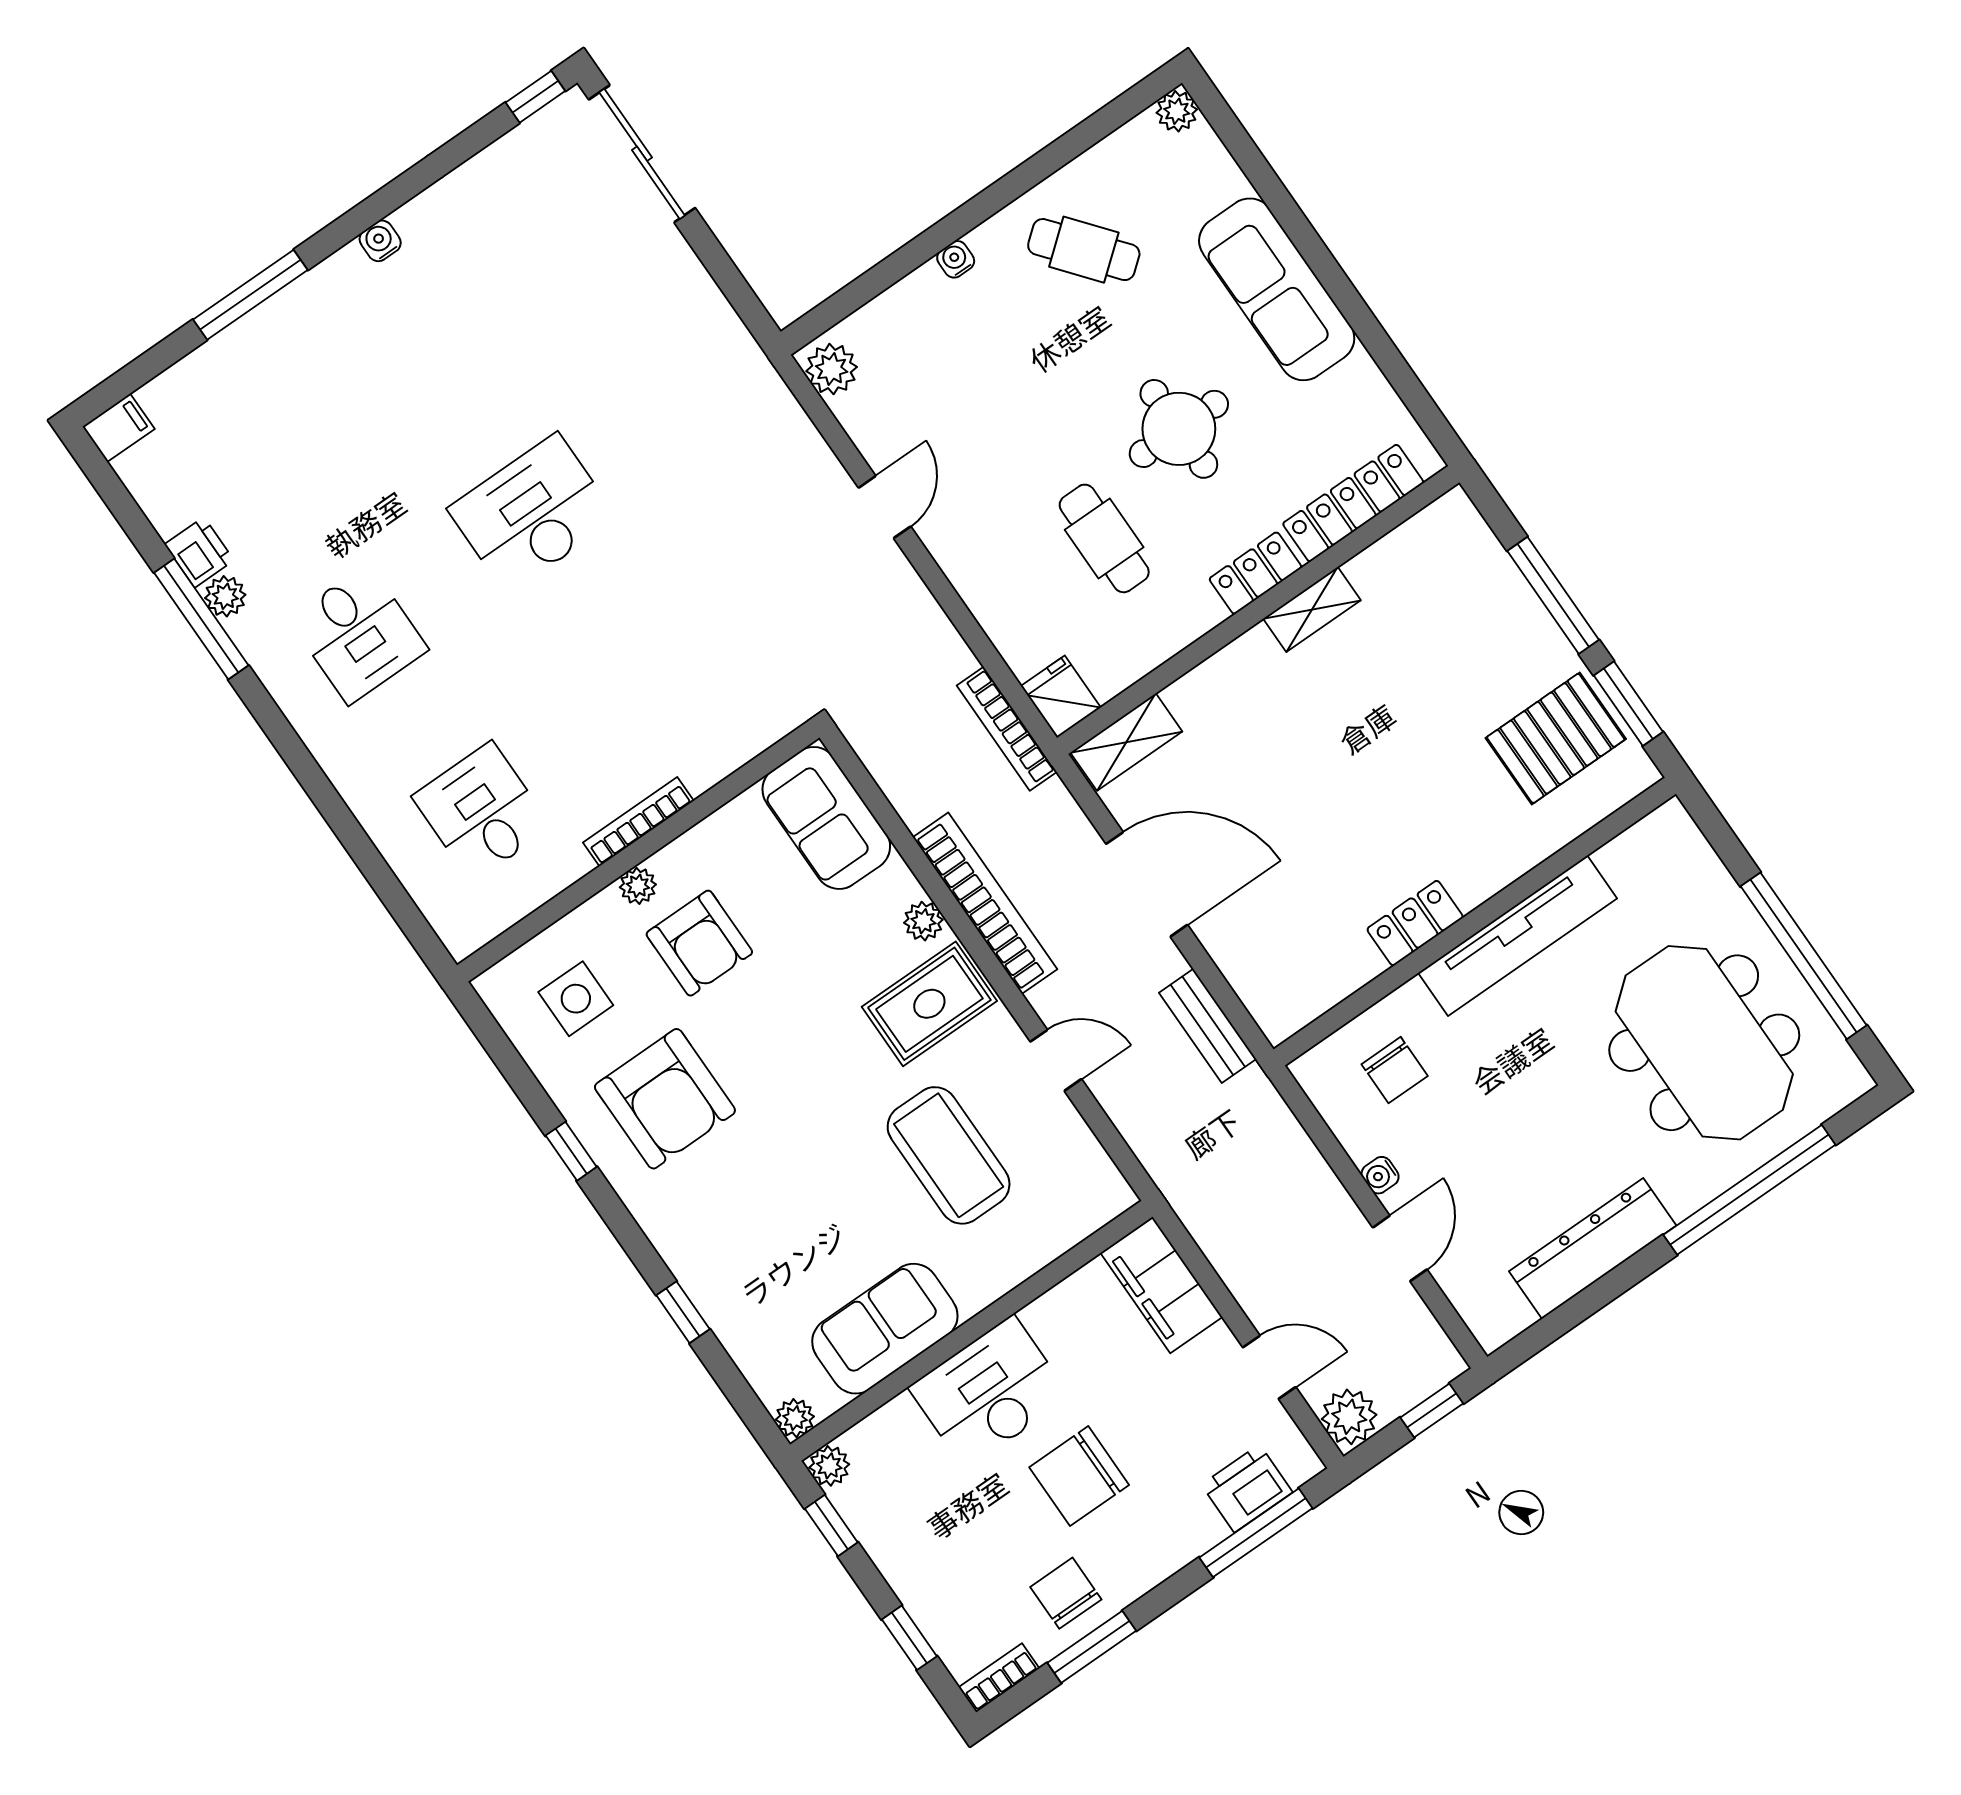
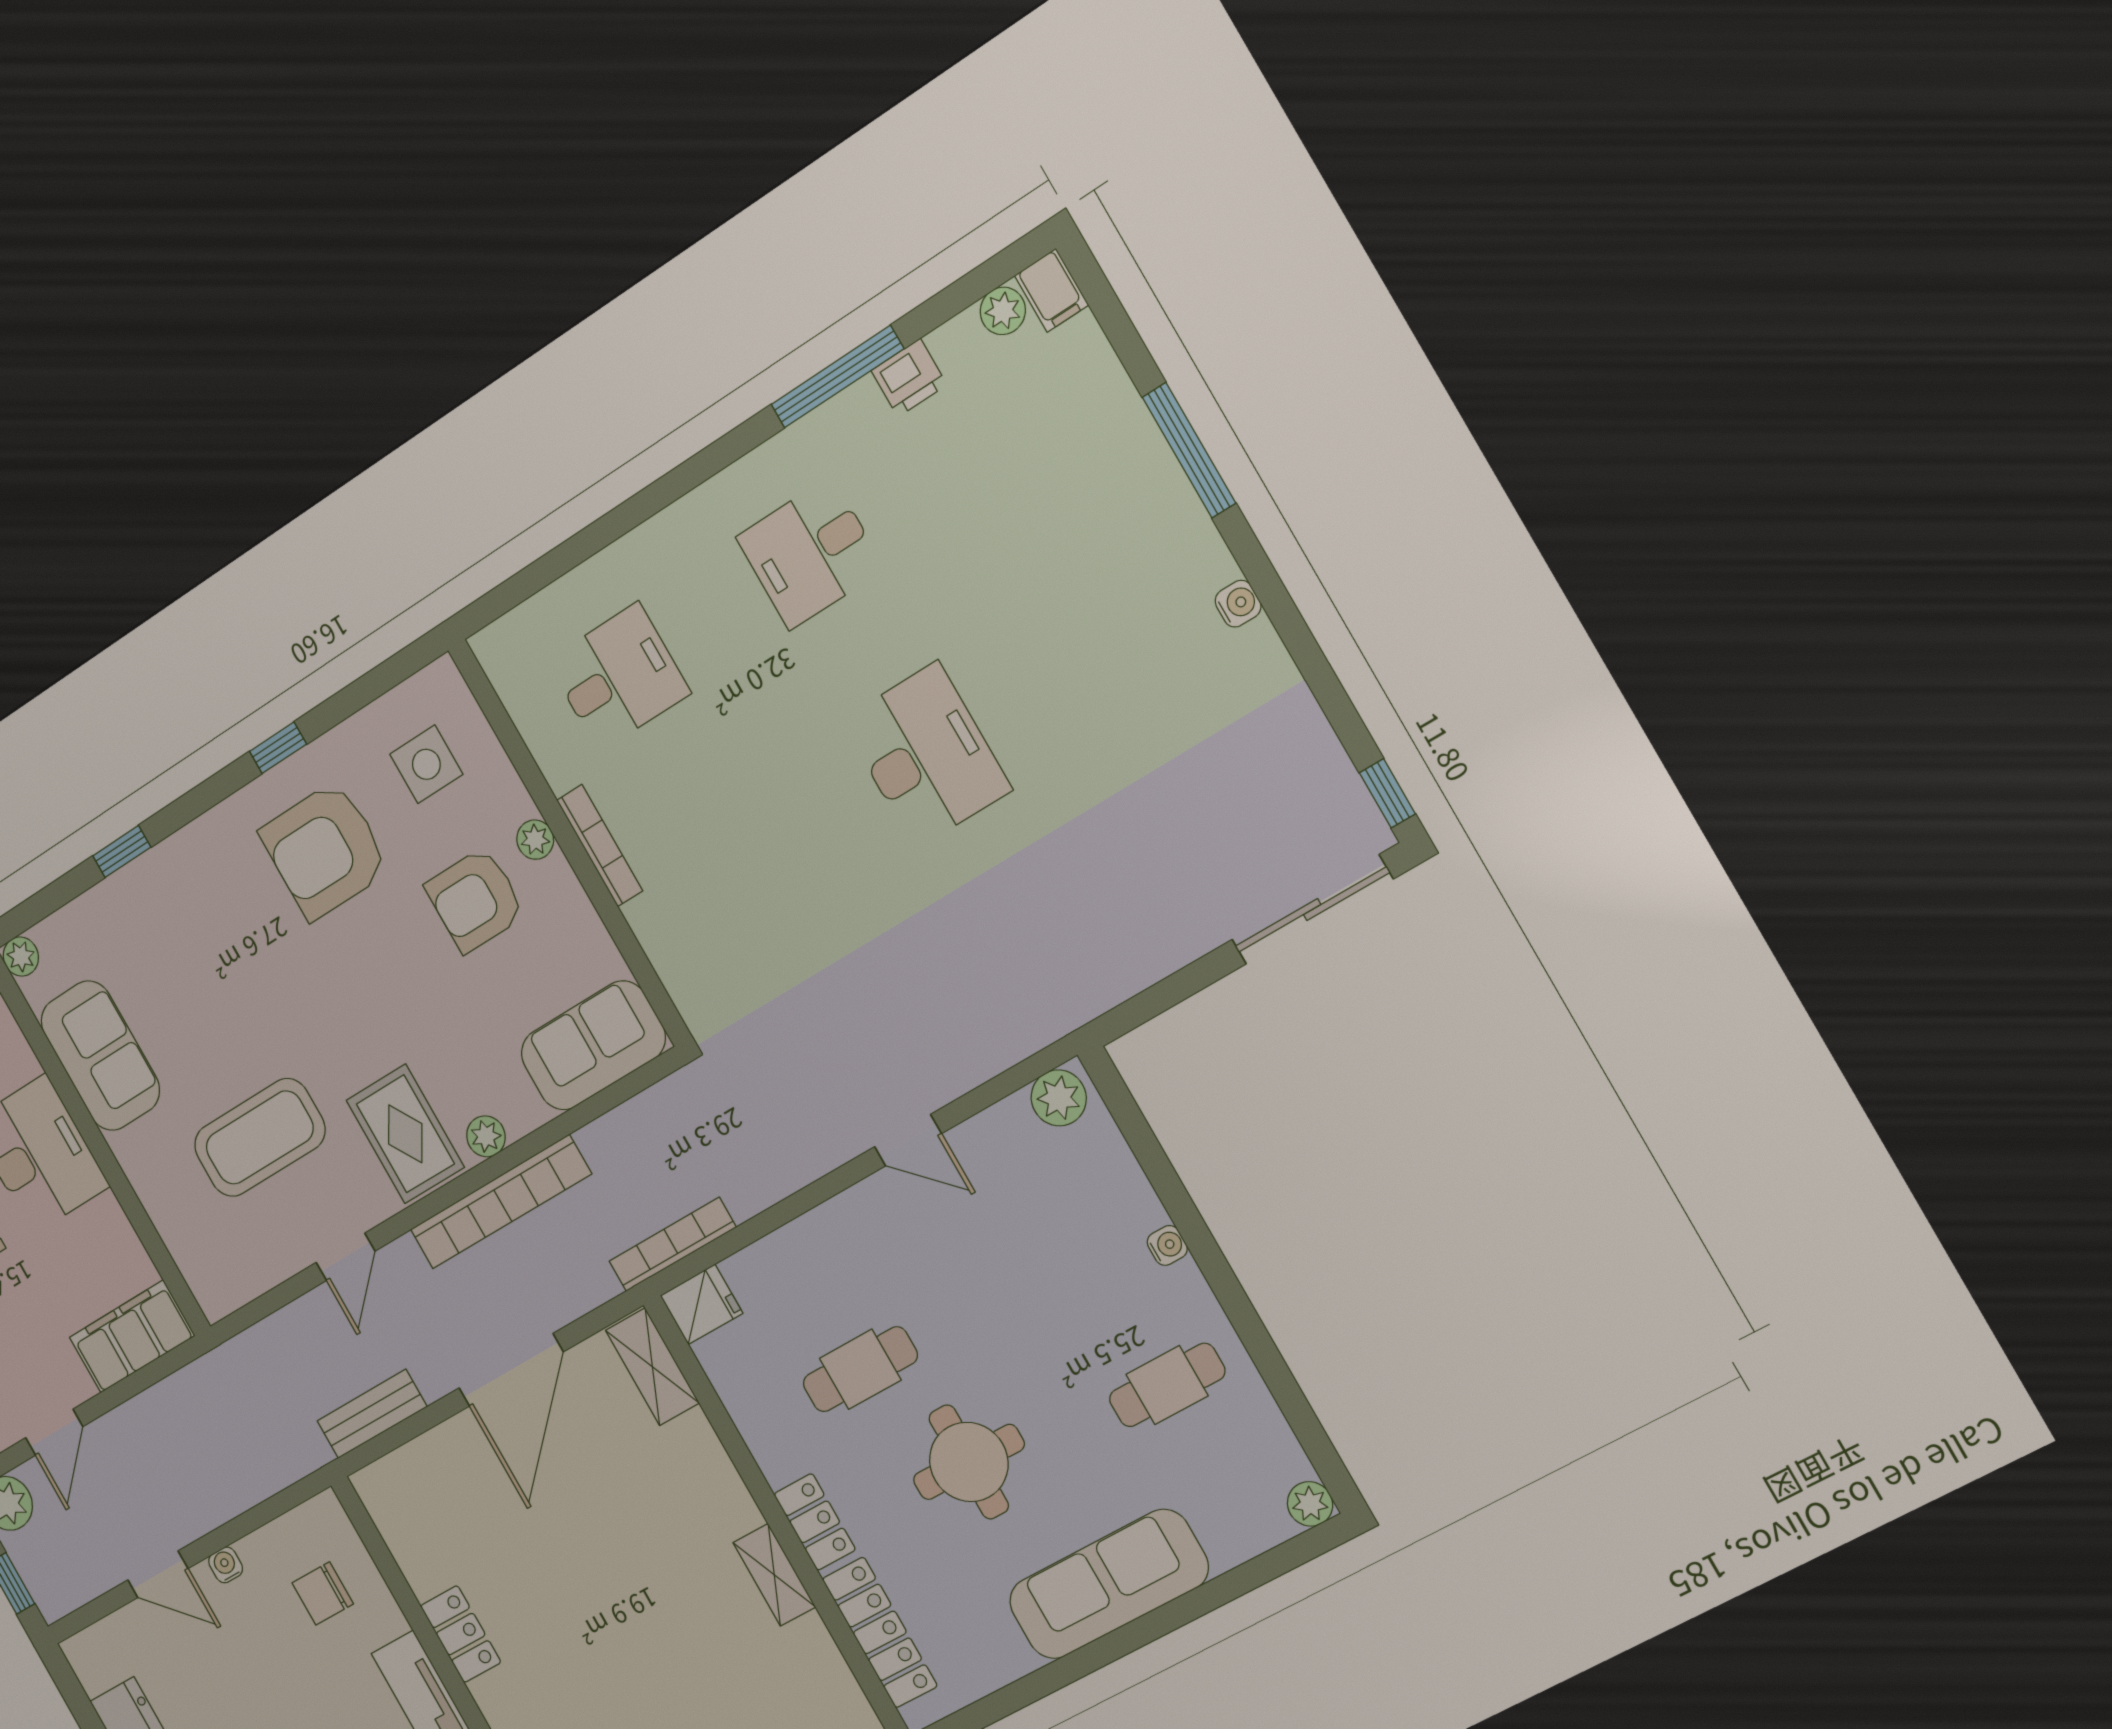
cafe table: (1084, 250) -> (1167, 1385), turned 39
plant: (225, 596) -> (1003, 311), moved

